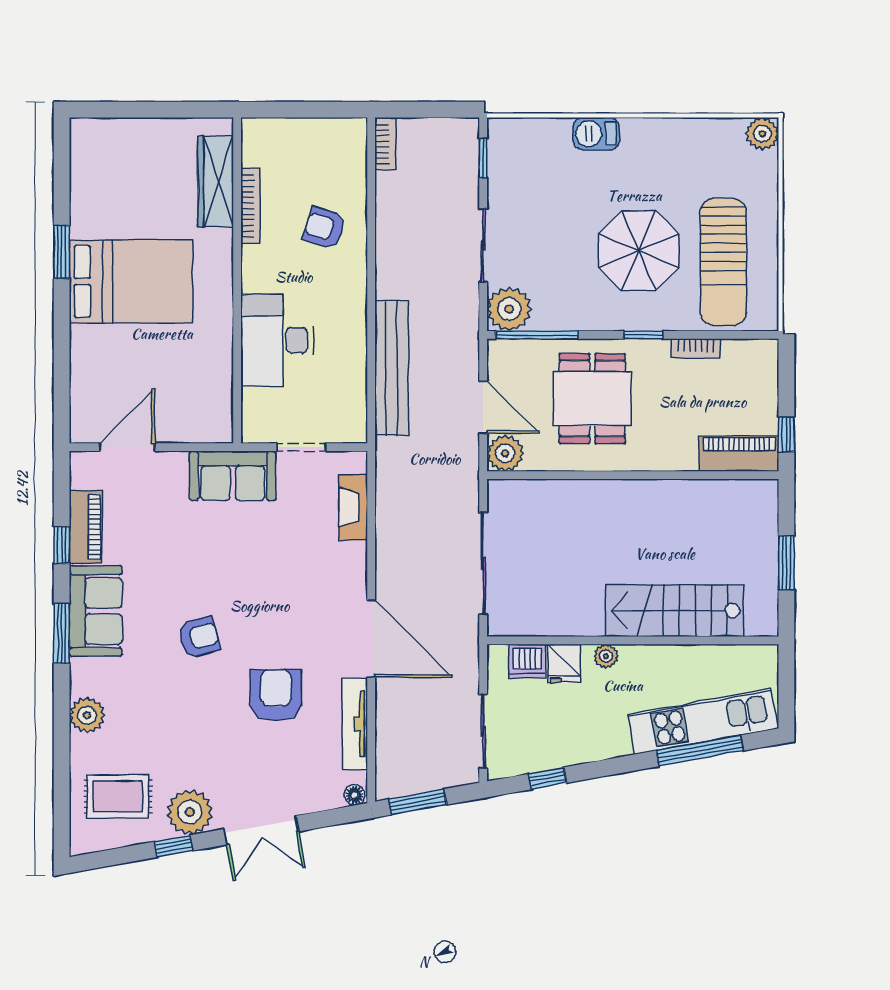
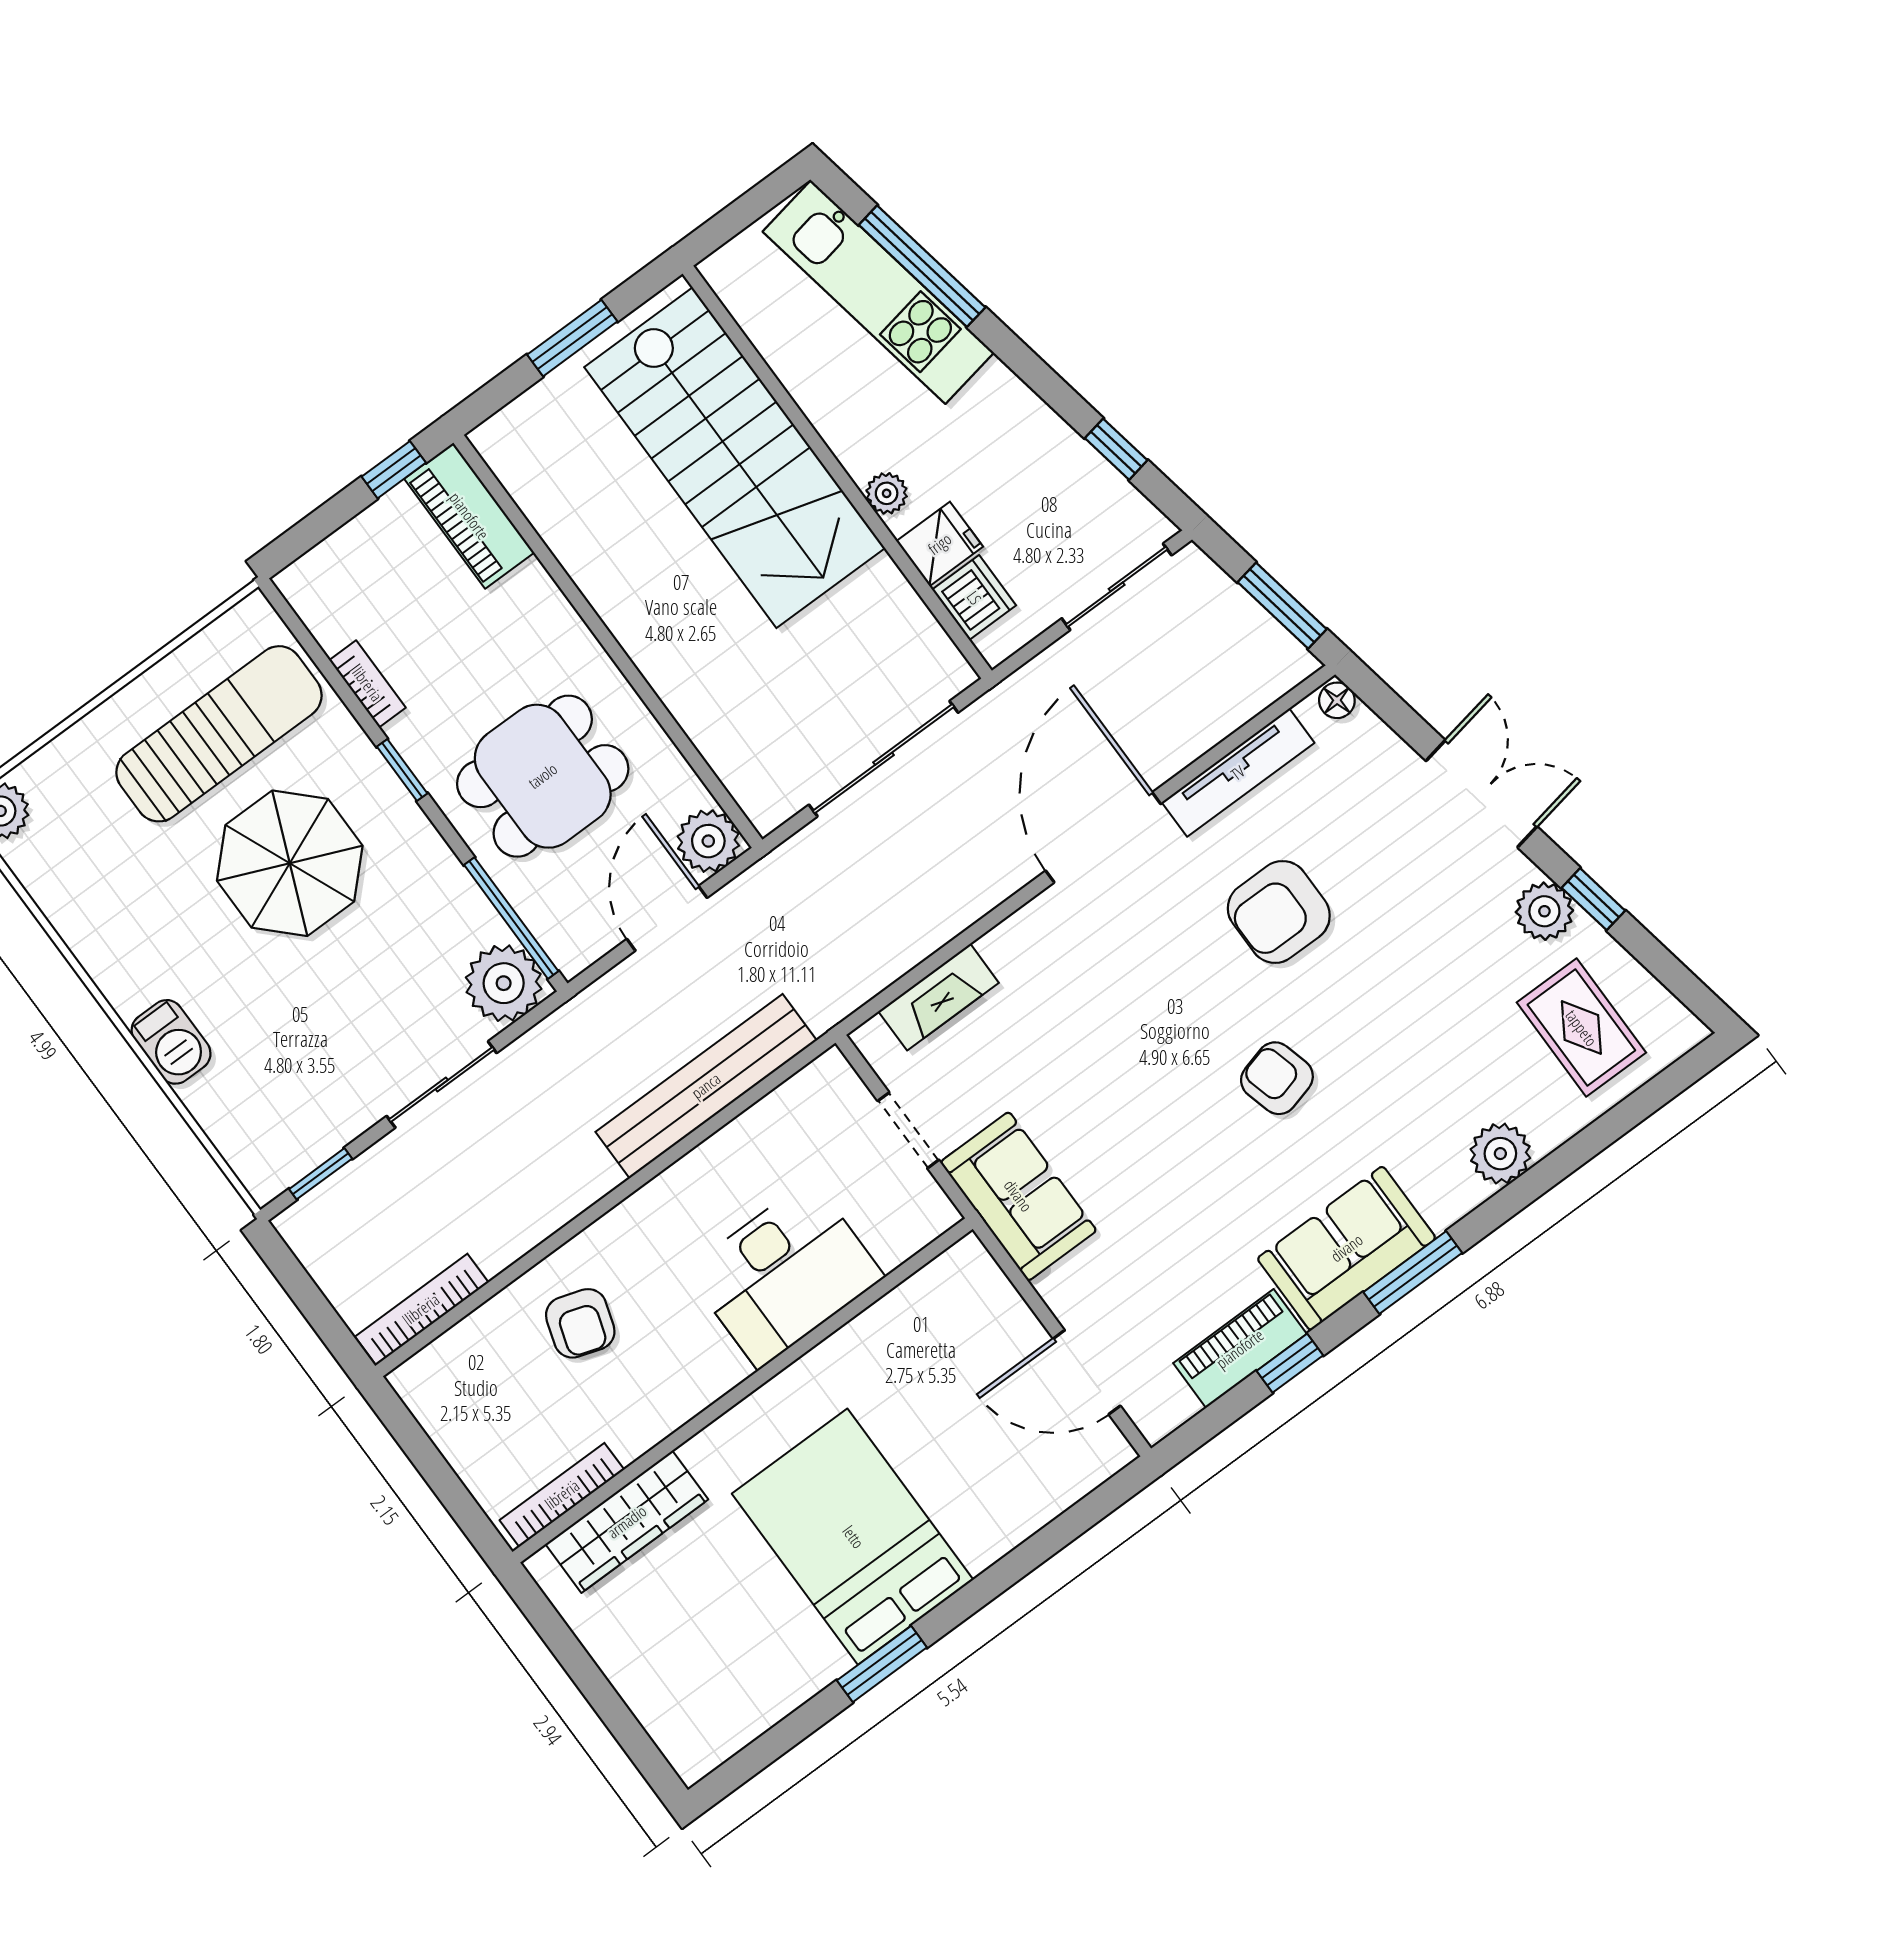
bookcase: (385, 144) -> (422, 1309), width x1.56
bookcase: (250, 206) -> (562, 1495), moved
stairs: (675, 611) -> (735, 458), width x1.36, depth x1.51
plant: (190, 812) -> (1544, 911), width x0.73, depth x0.73

